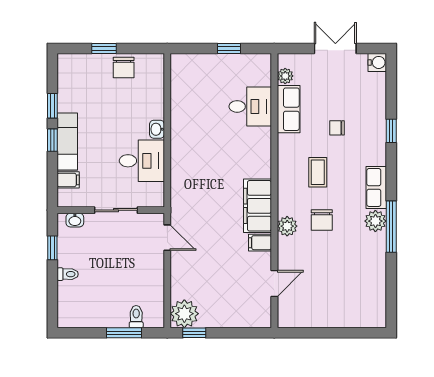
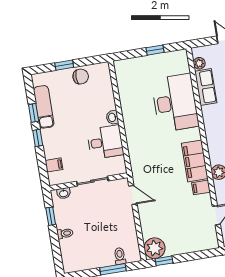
chair: (124, 67) -> (81, 77), turned -90
desk: (250, 106) -> (175, 103), width x1.87, depth x1.30
exam couch: (67, 141) -> (44, 107), moved

